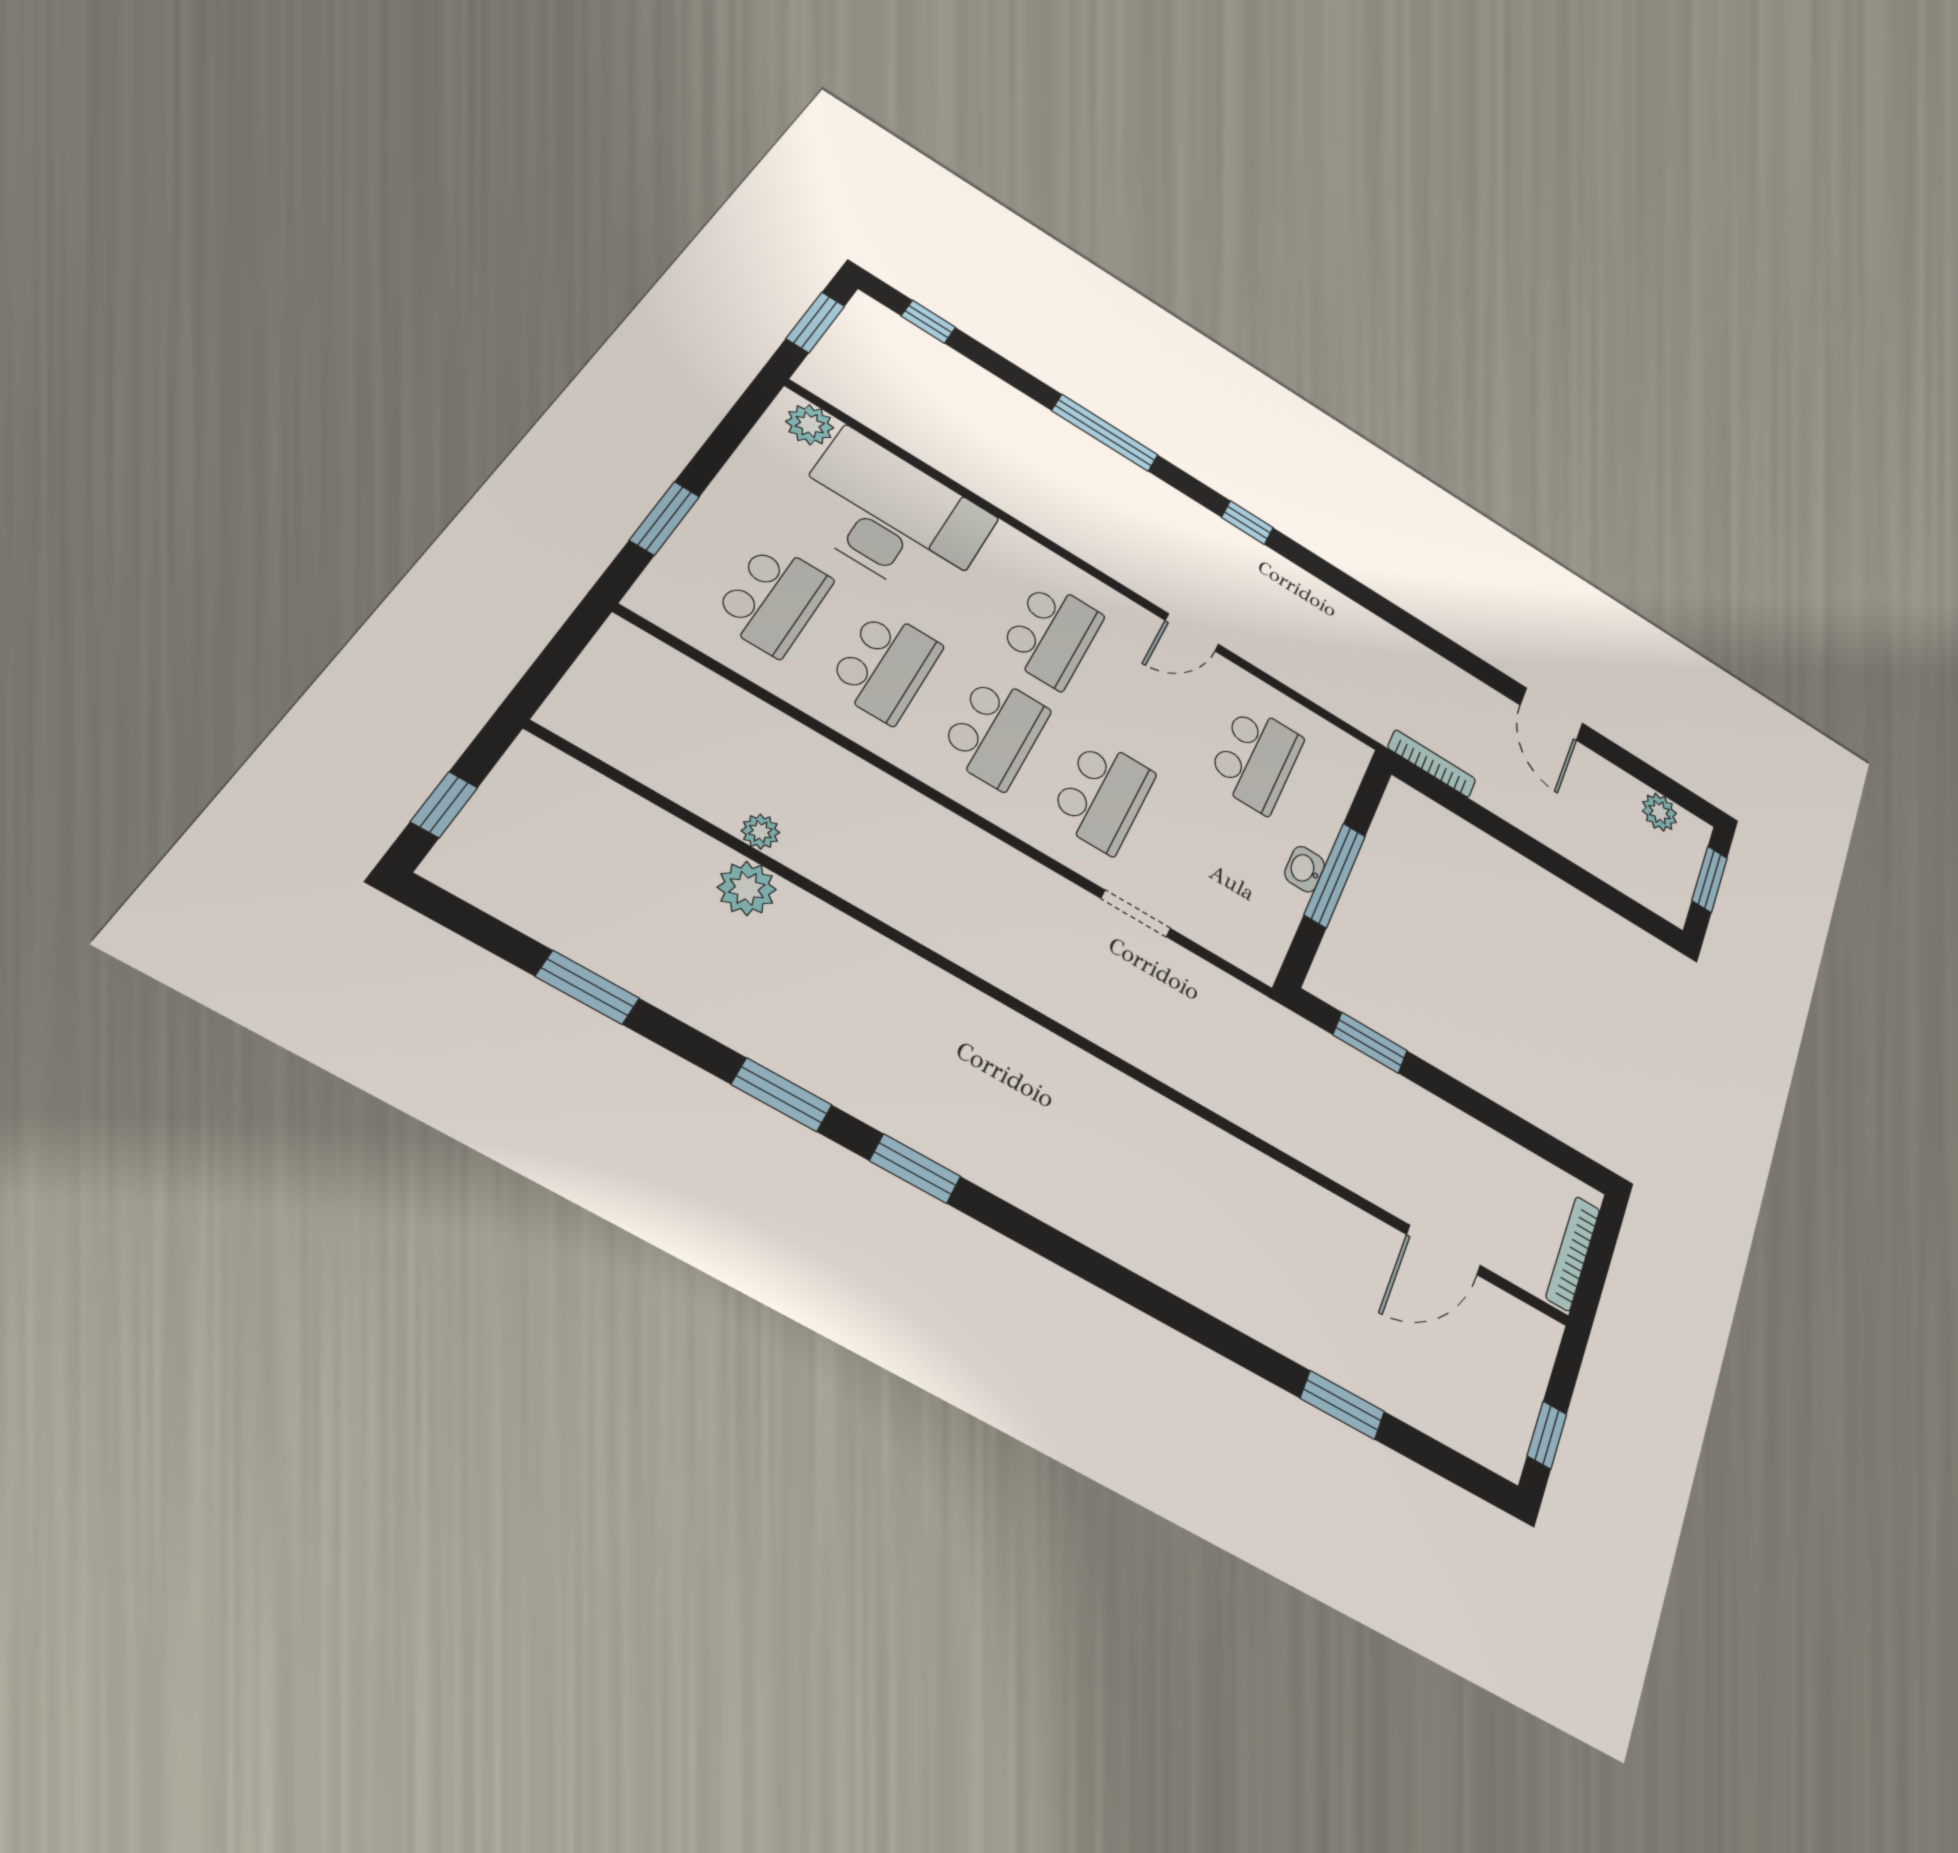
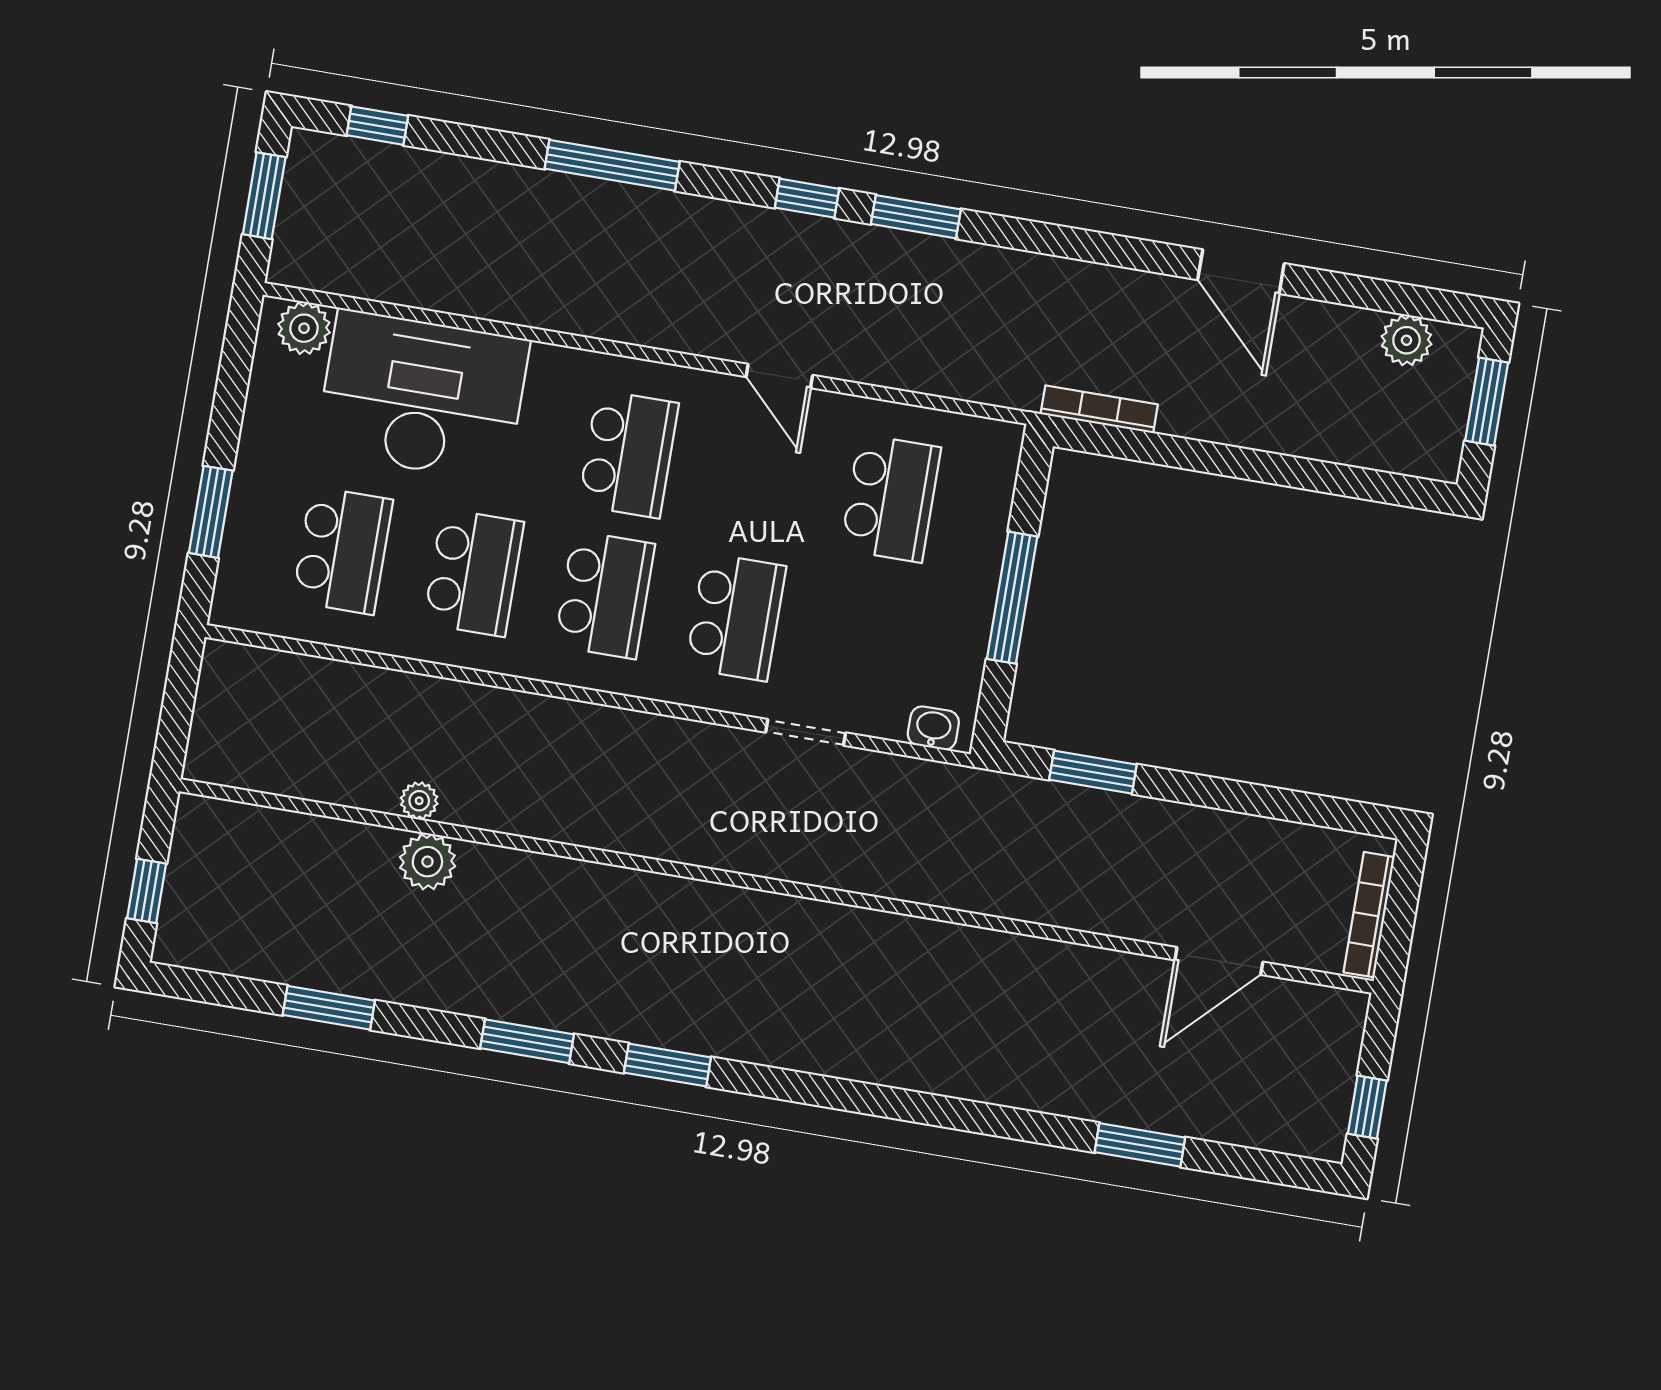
window: (1325, 572) -> (916, 217), added
door: (1192, 632) -> (779, 376), hinge flipped
washbasin: (1305, 869) -> (933, 728), moved, turned 90

